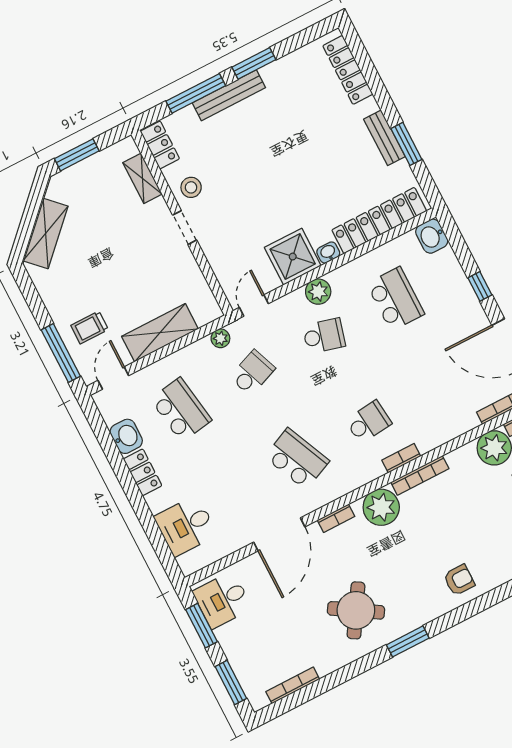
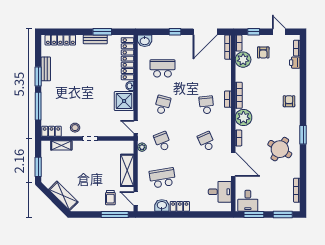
bench: (229, 95) -> (46, 69), moved, width x0.73
plant: (318, 292) -> (143, 98), removed
school desk: (297, 459) -> (206, 141), width x0.54
desk: (186, 526) -> (220, 192), moved, turned -90

